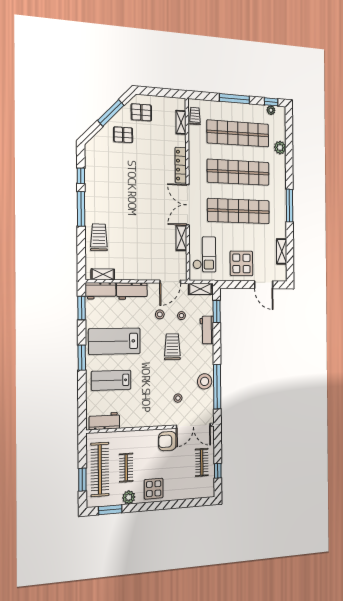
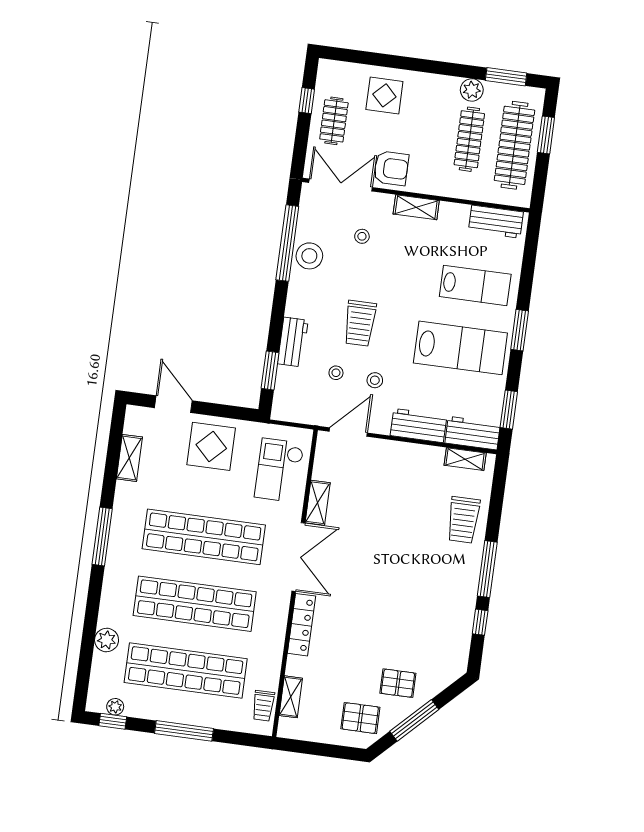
shelving: (200, 289) -> (416, 207), moved
clothes rail: (126, 468) -> (469, 139), width x1.36
display table: (154, 489) -> (384, 95), moved

